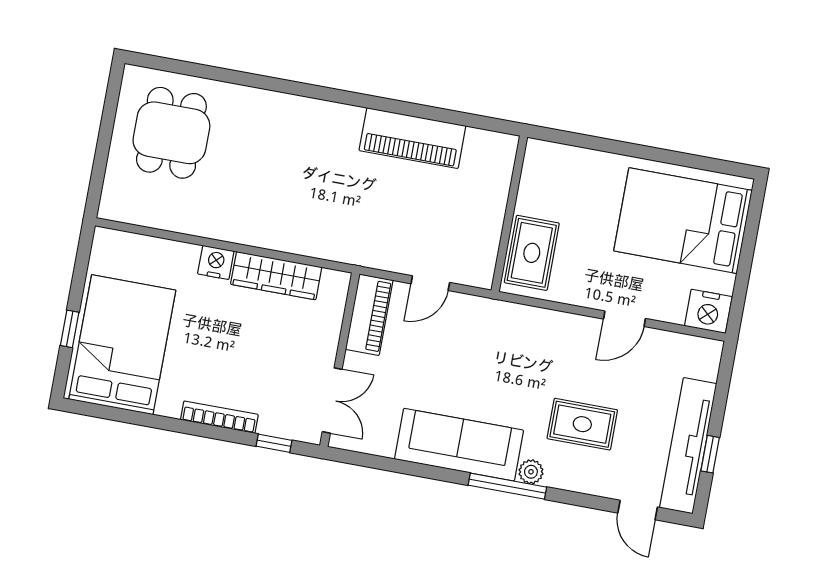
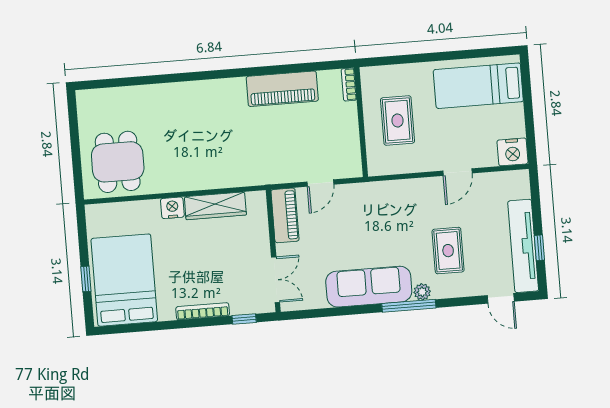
dining table: (171, 133) -> (118, 162), moved
bookcase: (507, 157) -> (349, 84), added
bed: (683, 221) -> (478, 86), width x0.67
rug: (532, 253) -> (398, 120), moved
rug: (582, 424) -> (448, 251), turned 90

